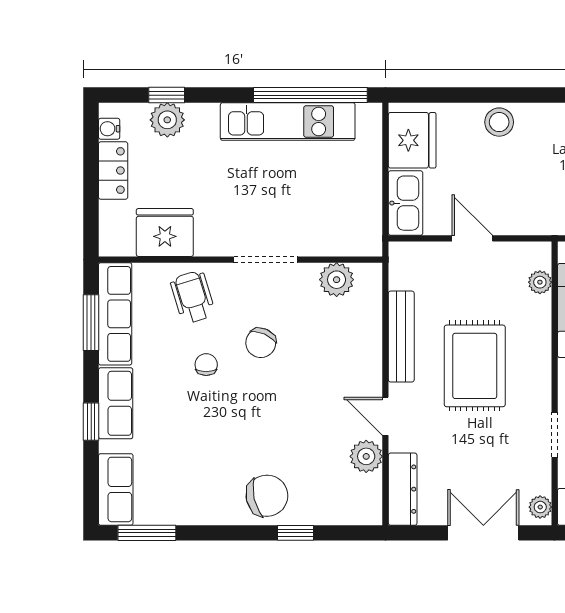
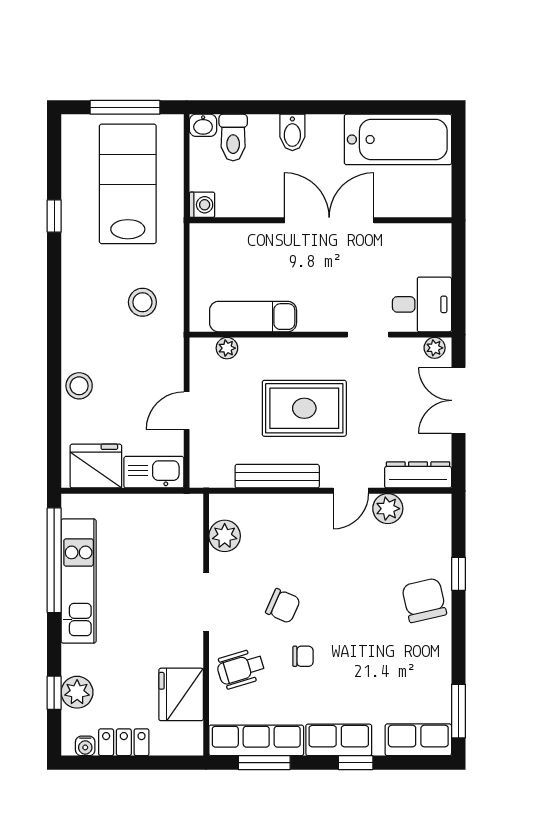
chair: (206, 365) -> (303, 656), turned 180

